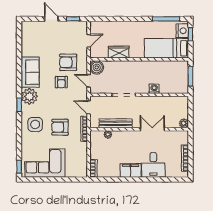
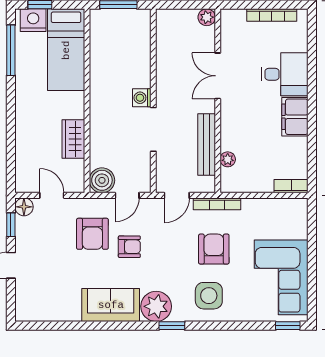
floor lamp: (83, 26) -> (24, 207), added
washing machine: (154, 89) -> (142, 98), moved
armchair: (60, 127) -> (214, 249), turned 180

